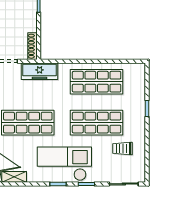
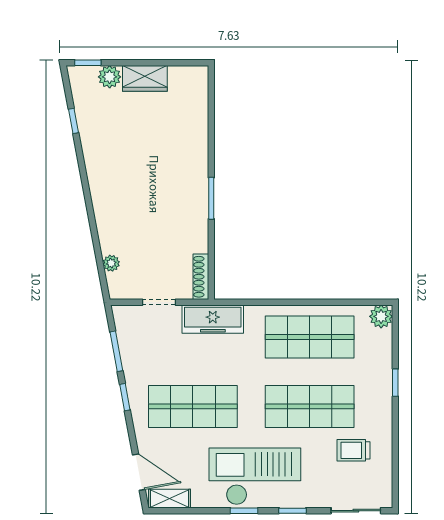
plant: (139, 70) -> (381, 316), added

